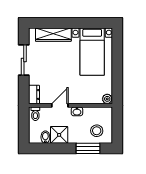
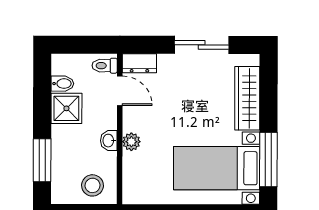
window: (87, 23) -> (268, 160), added
plant: (107, 99) -> (131, 142), moved
door: (60, 105) -> (120, 91), moved
stool: (97, 131) -> (92, 185), moved

